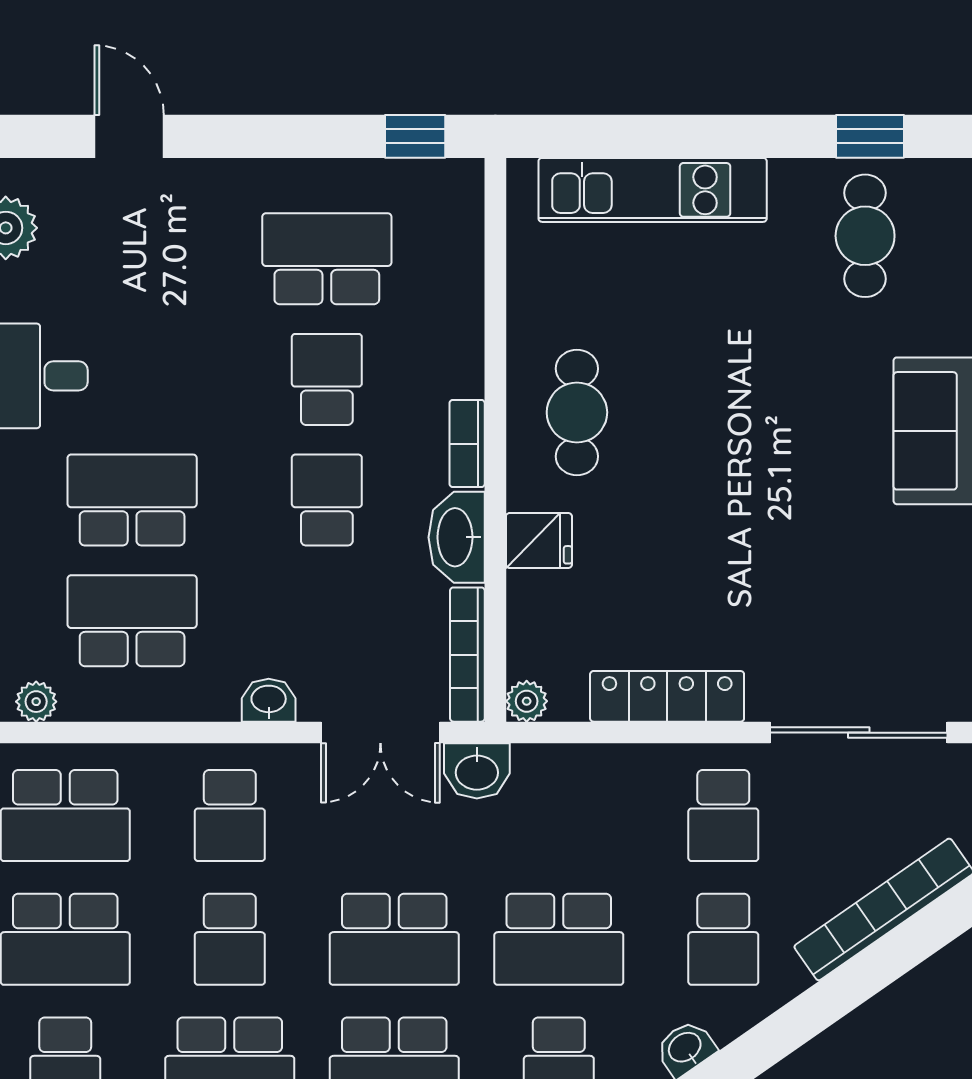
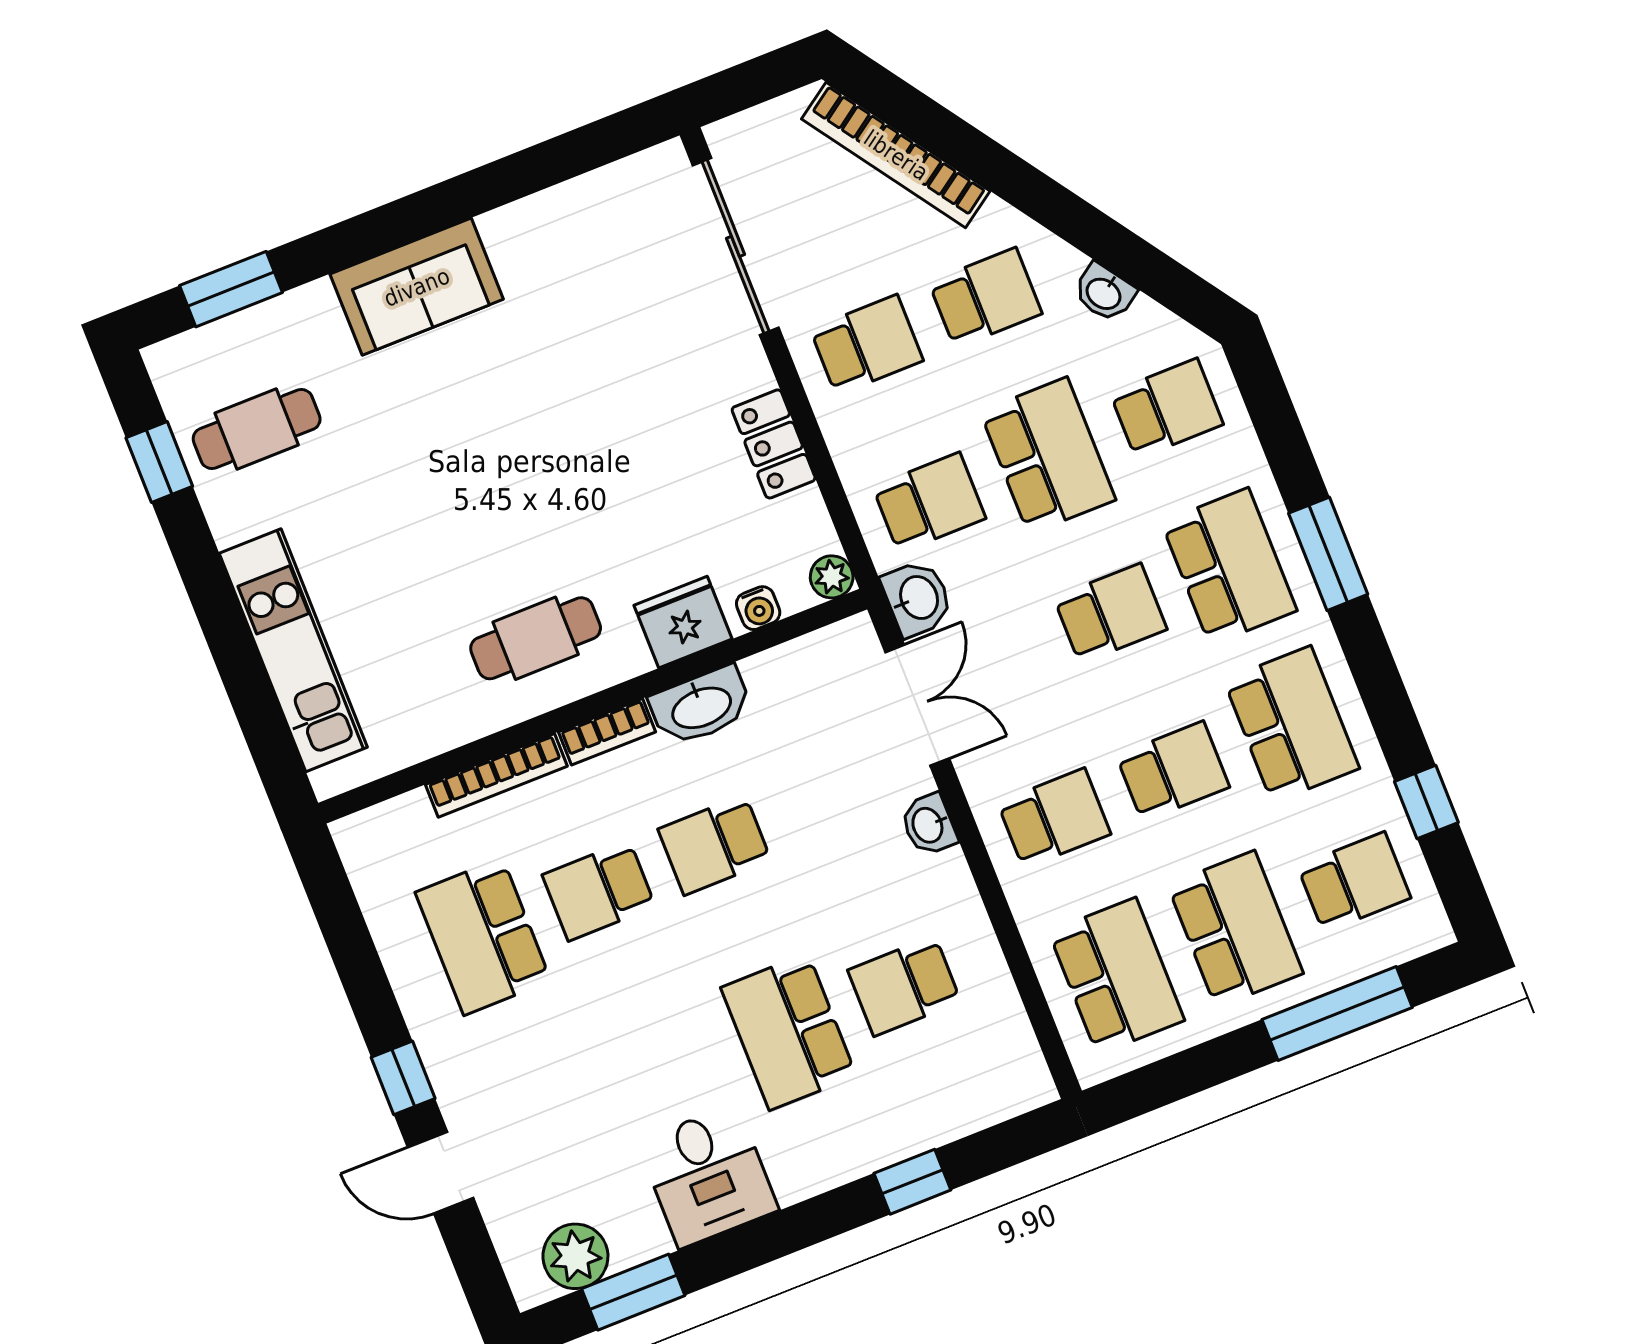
door: (129, 136) -> (441, 1173), hinge flipped
window: (415, 136) -> (403, 1078), moved
fridge: (539, 540) -> (683, 622), width x1.38
school desk: (132, 621) -> (904, 986), width x0.54
water cooler: (525, 624) -> (758, 608), added
bookcase: (467, 655) -> (496, 775), moved
locker: (667, 696) -> (774, 444), width x0.66
plant: (36, 702) -> (1018, 1047), removed
school desk: (559, 816) -> (929, 503), added
school desk: (394, 939) -> (1110, 613), width x0.54

